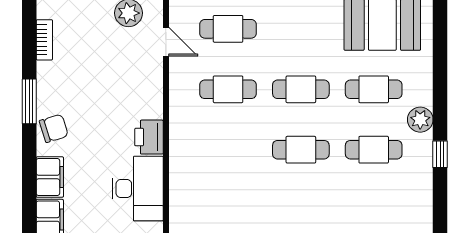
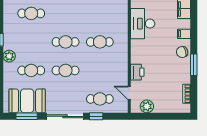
cafe table: (228, 89) -> (100, 42), moved
printer: (149, 137) -> (137, 72), moved
cafe table: (374, 150) -> (31, 13), moved
filing cabinet: (50, 177) -> (184, 34), width x0.50

